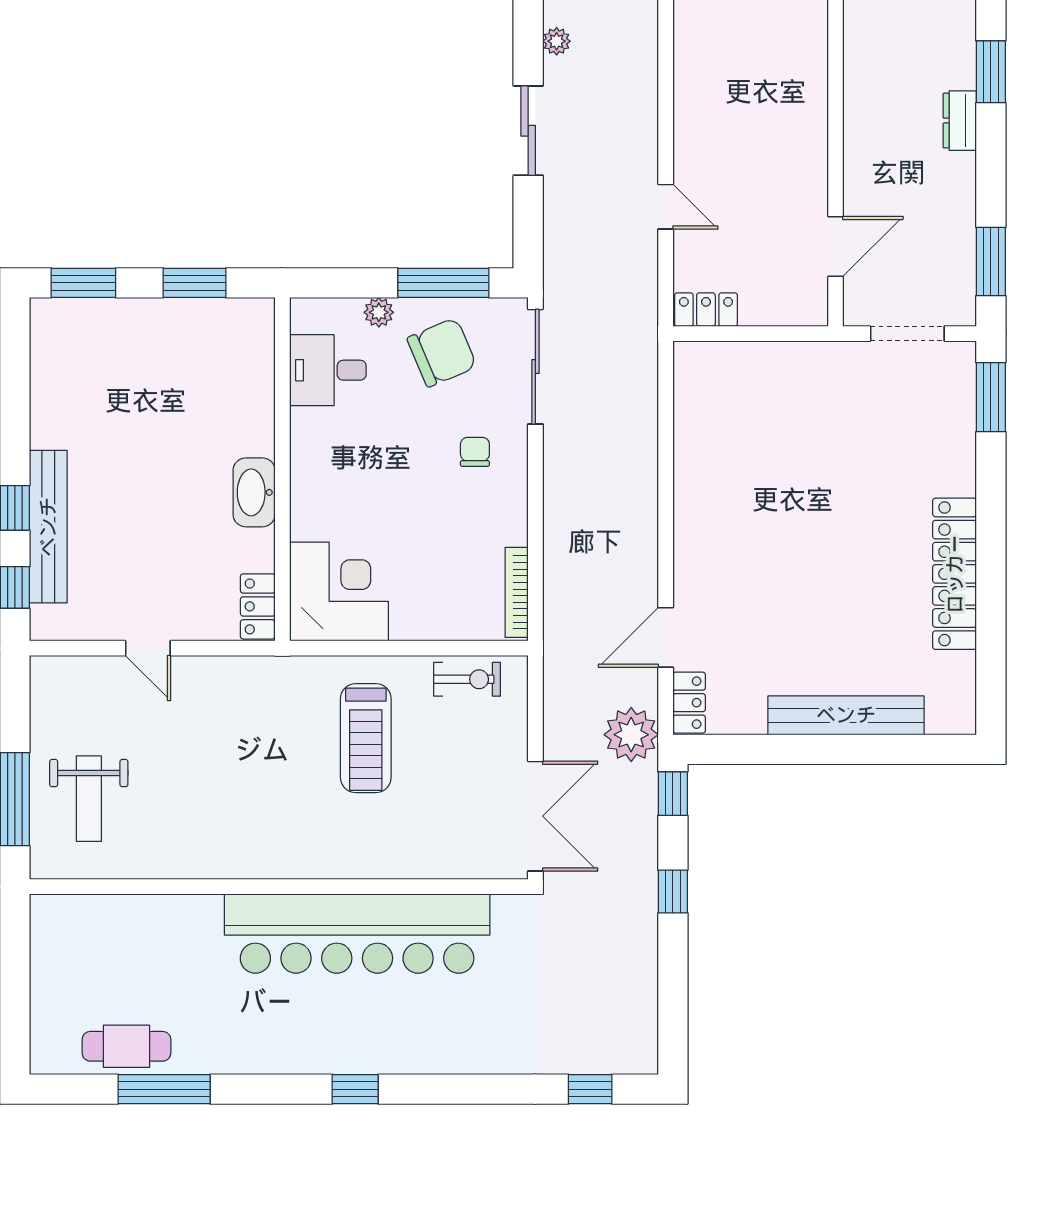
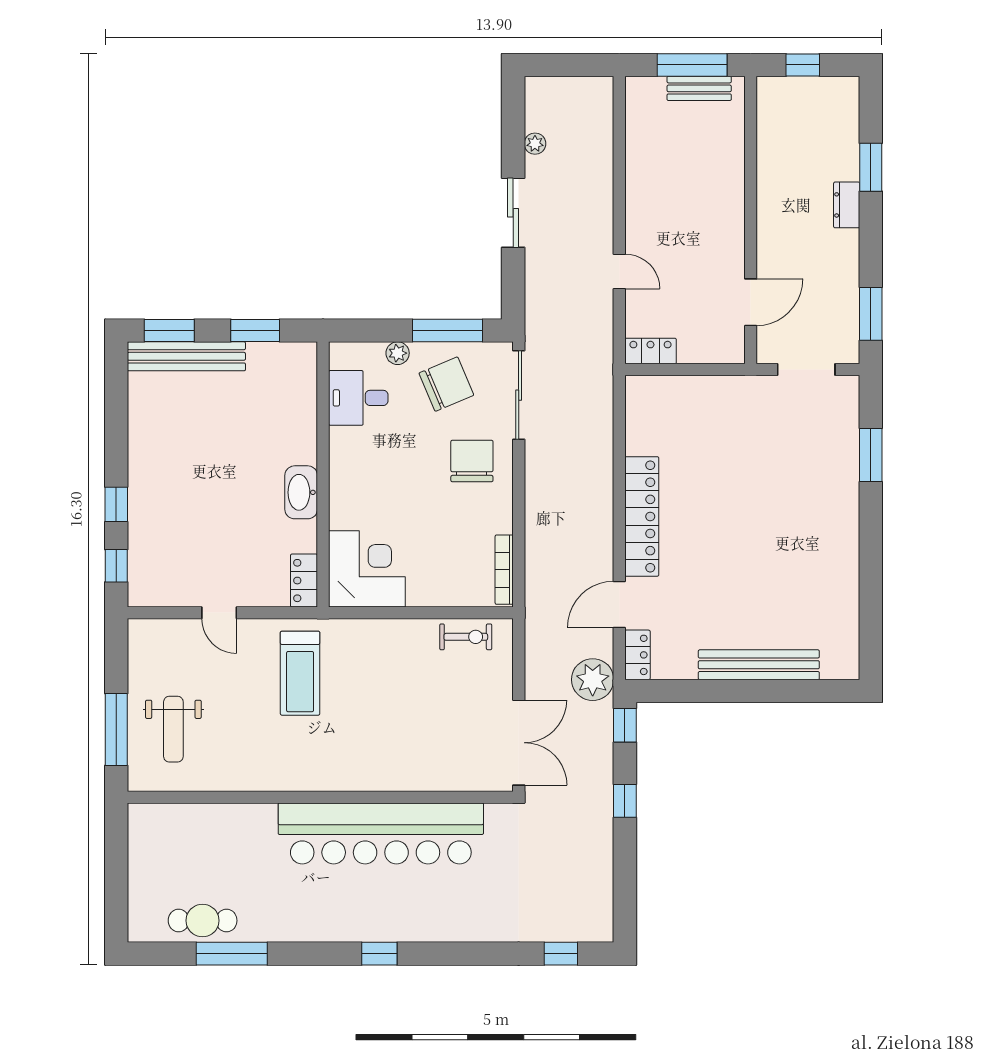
window: (991, 397) -> (871, 455), moved
chair: (475, 452) -> (472, 461), width x1.87, depth x1.87
bench: (48, 527) -> (186, 356), moved, turned 90
locker: (955, 574) -> (642, 516), moved, turned 180
treadmill: (366, 738) -> (300, 673), moved

